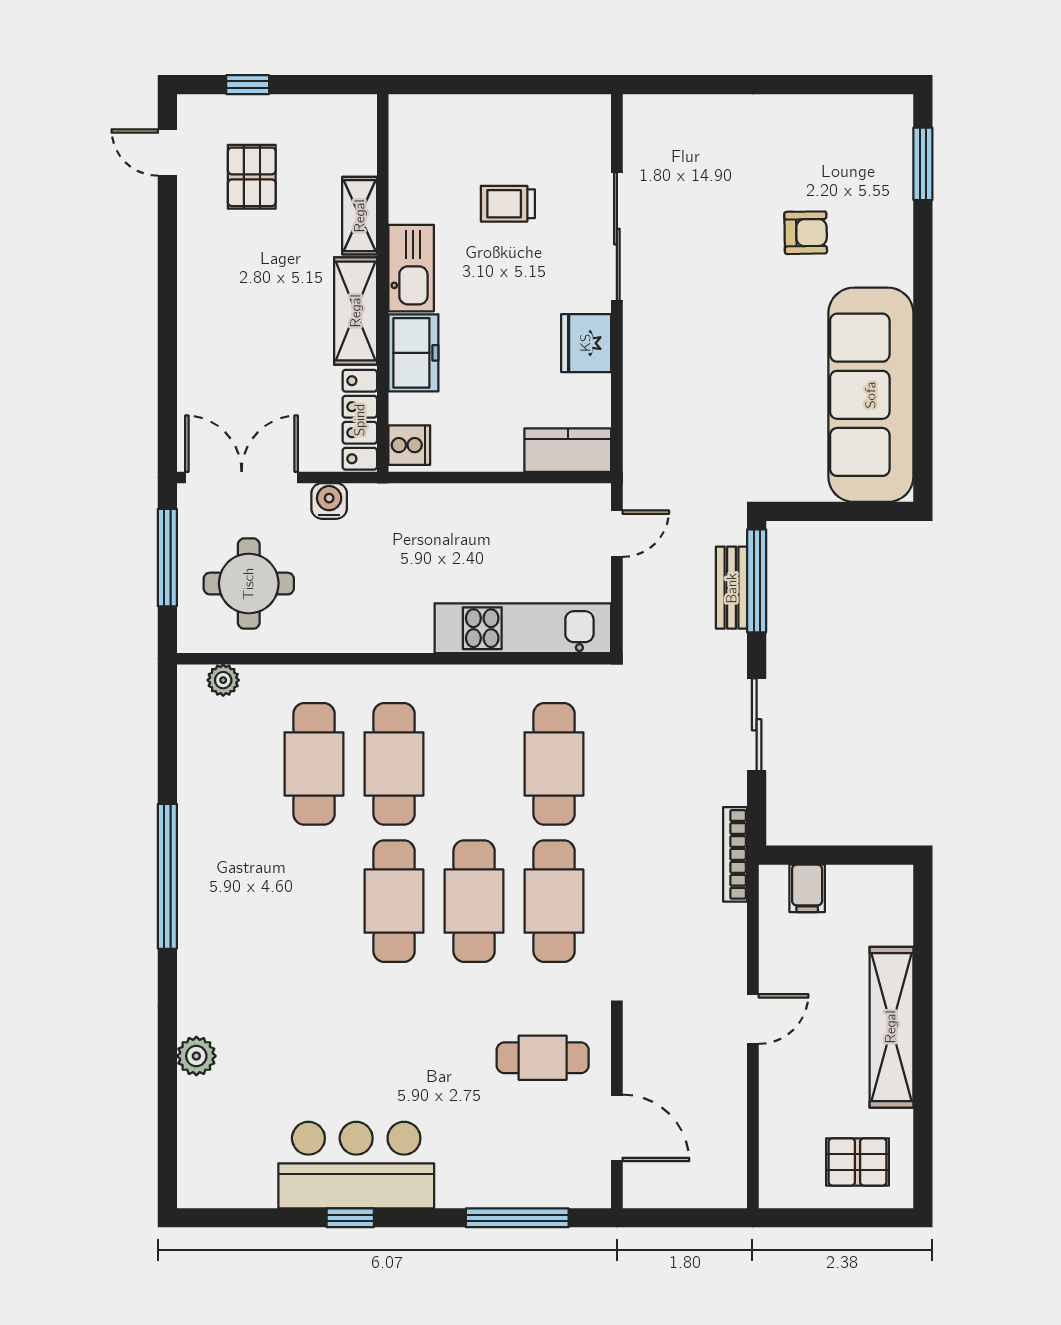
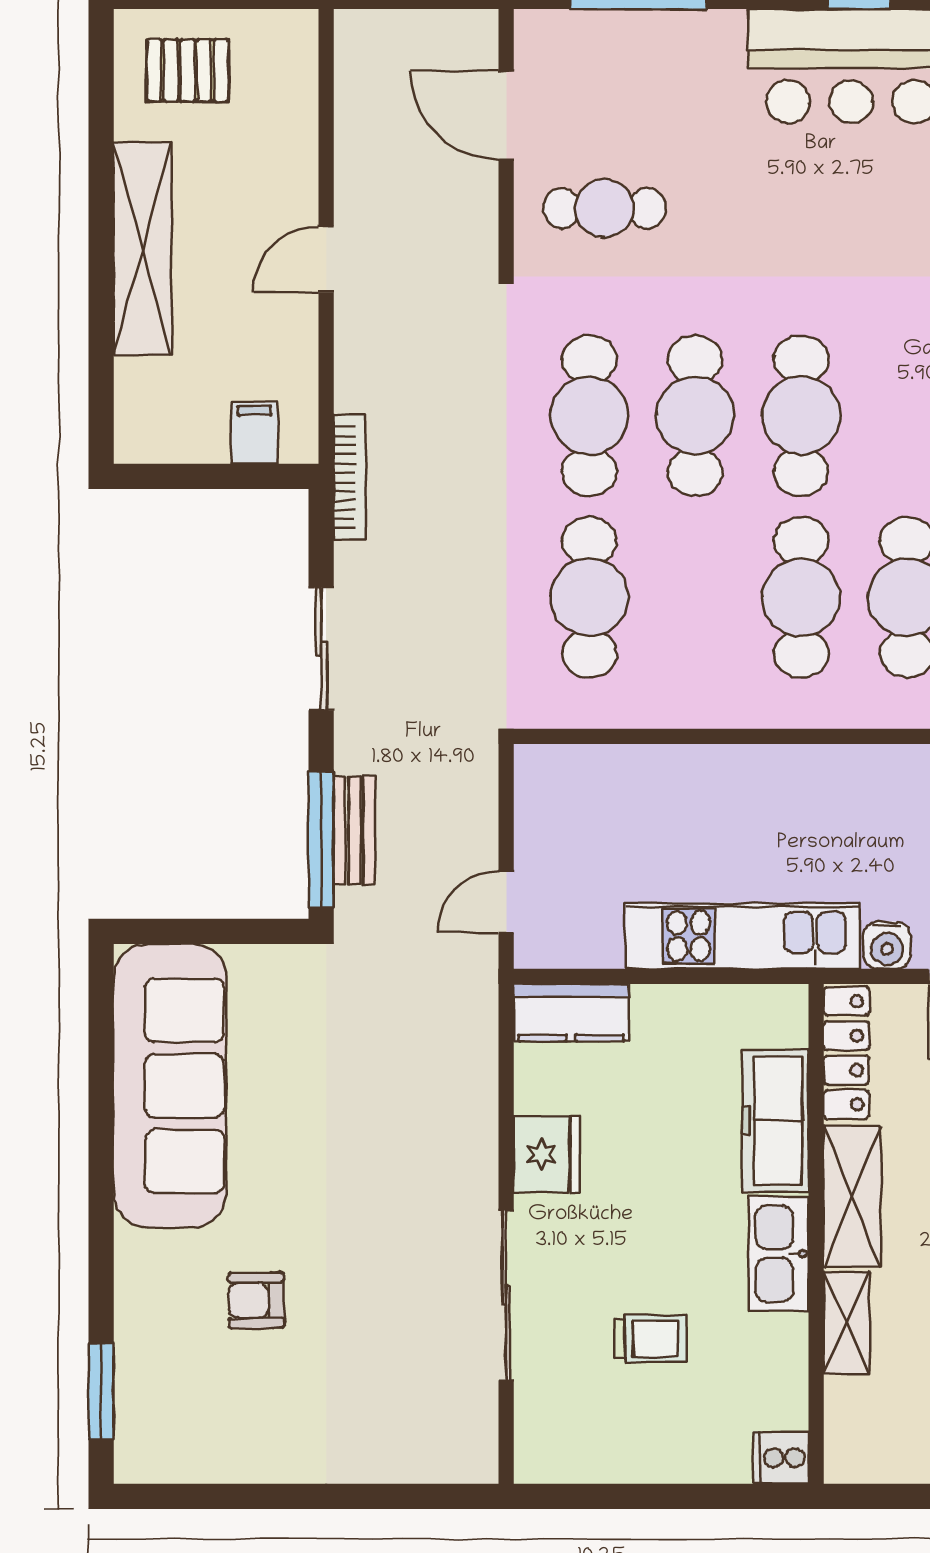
freezer: (413, 353) -> (775, 1121), width x1.40
cooker: (409, 445) -> (781, 1458), moved
kitchen unit: (523, 628) -> (743, 936), moved, turned 180

